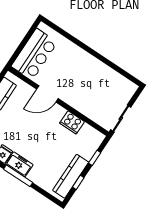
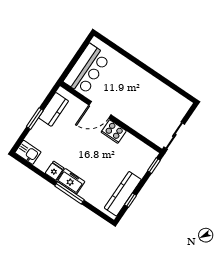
cooker: (72, 122) -> (114, 132), moved
window: (95, 158) -> (154, 166), moved

